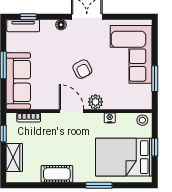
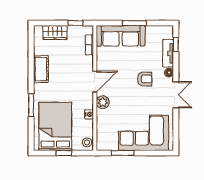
tv unit: (23, 26) -> (168, 53), moved
armchair: (82, 69) -> (145, 79), moved, turned -152

